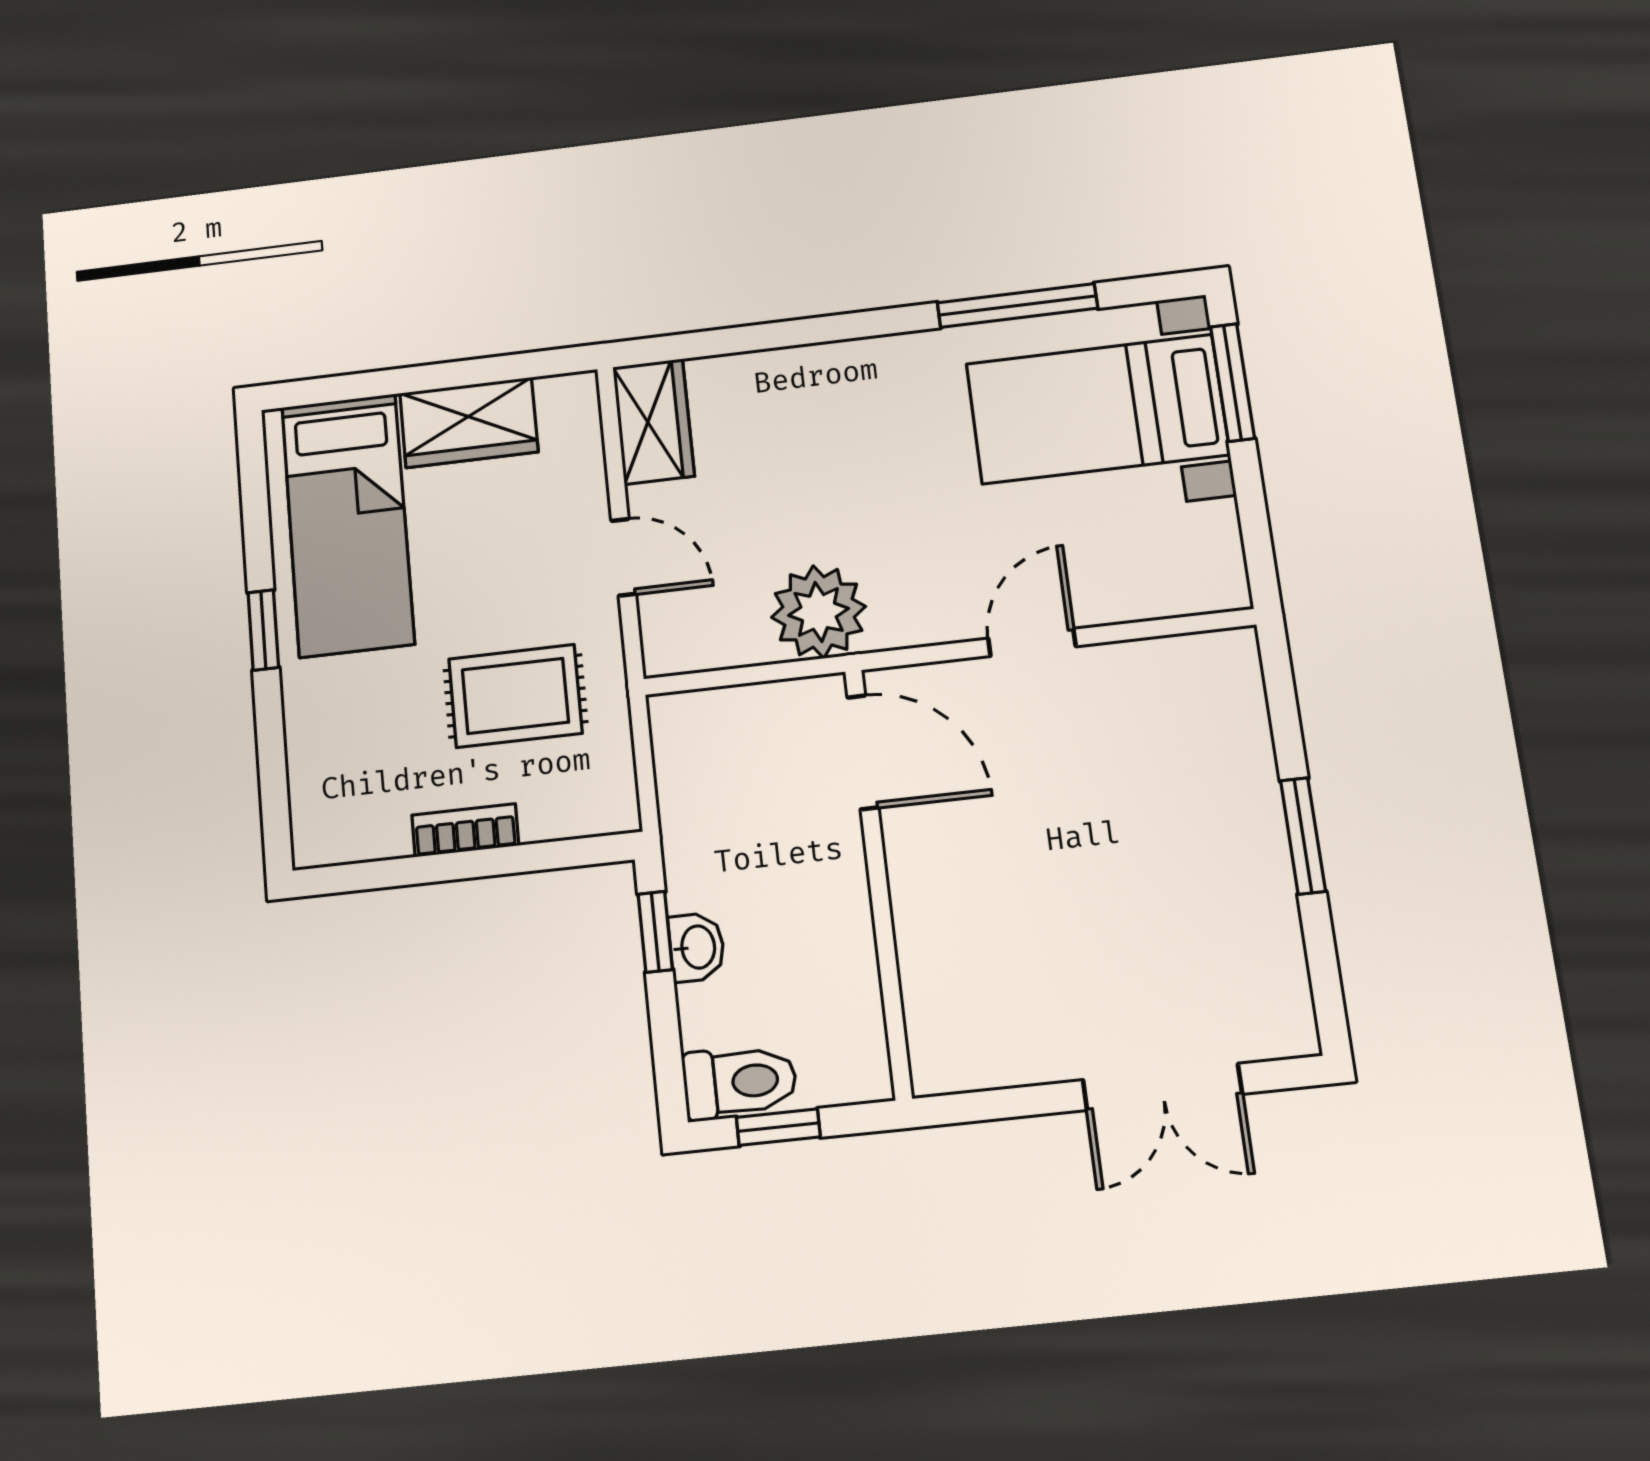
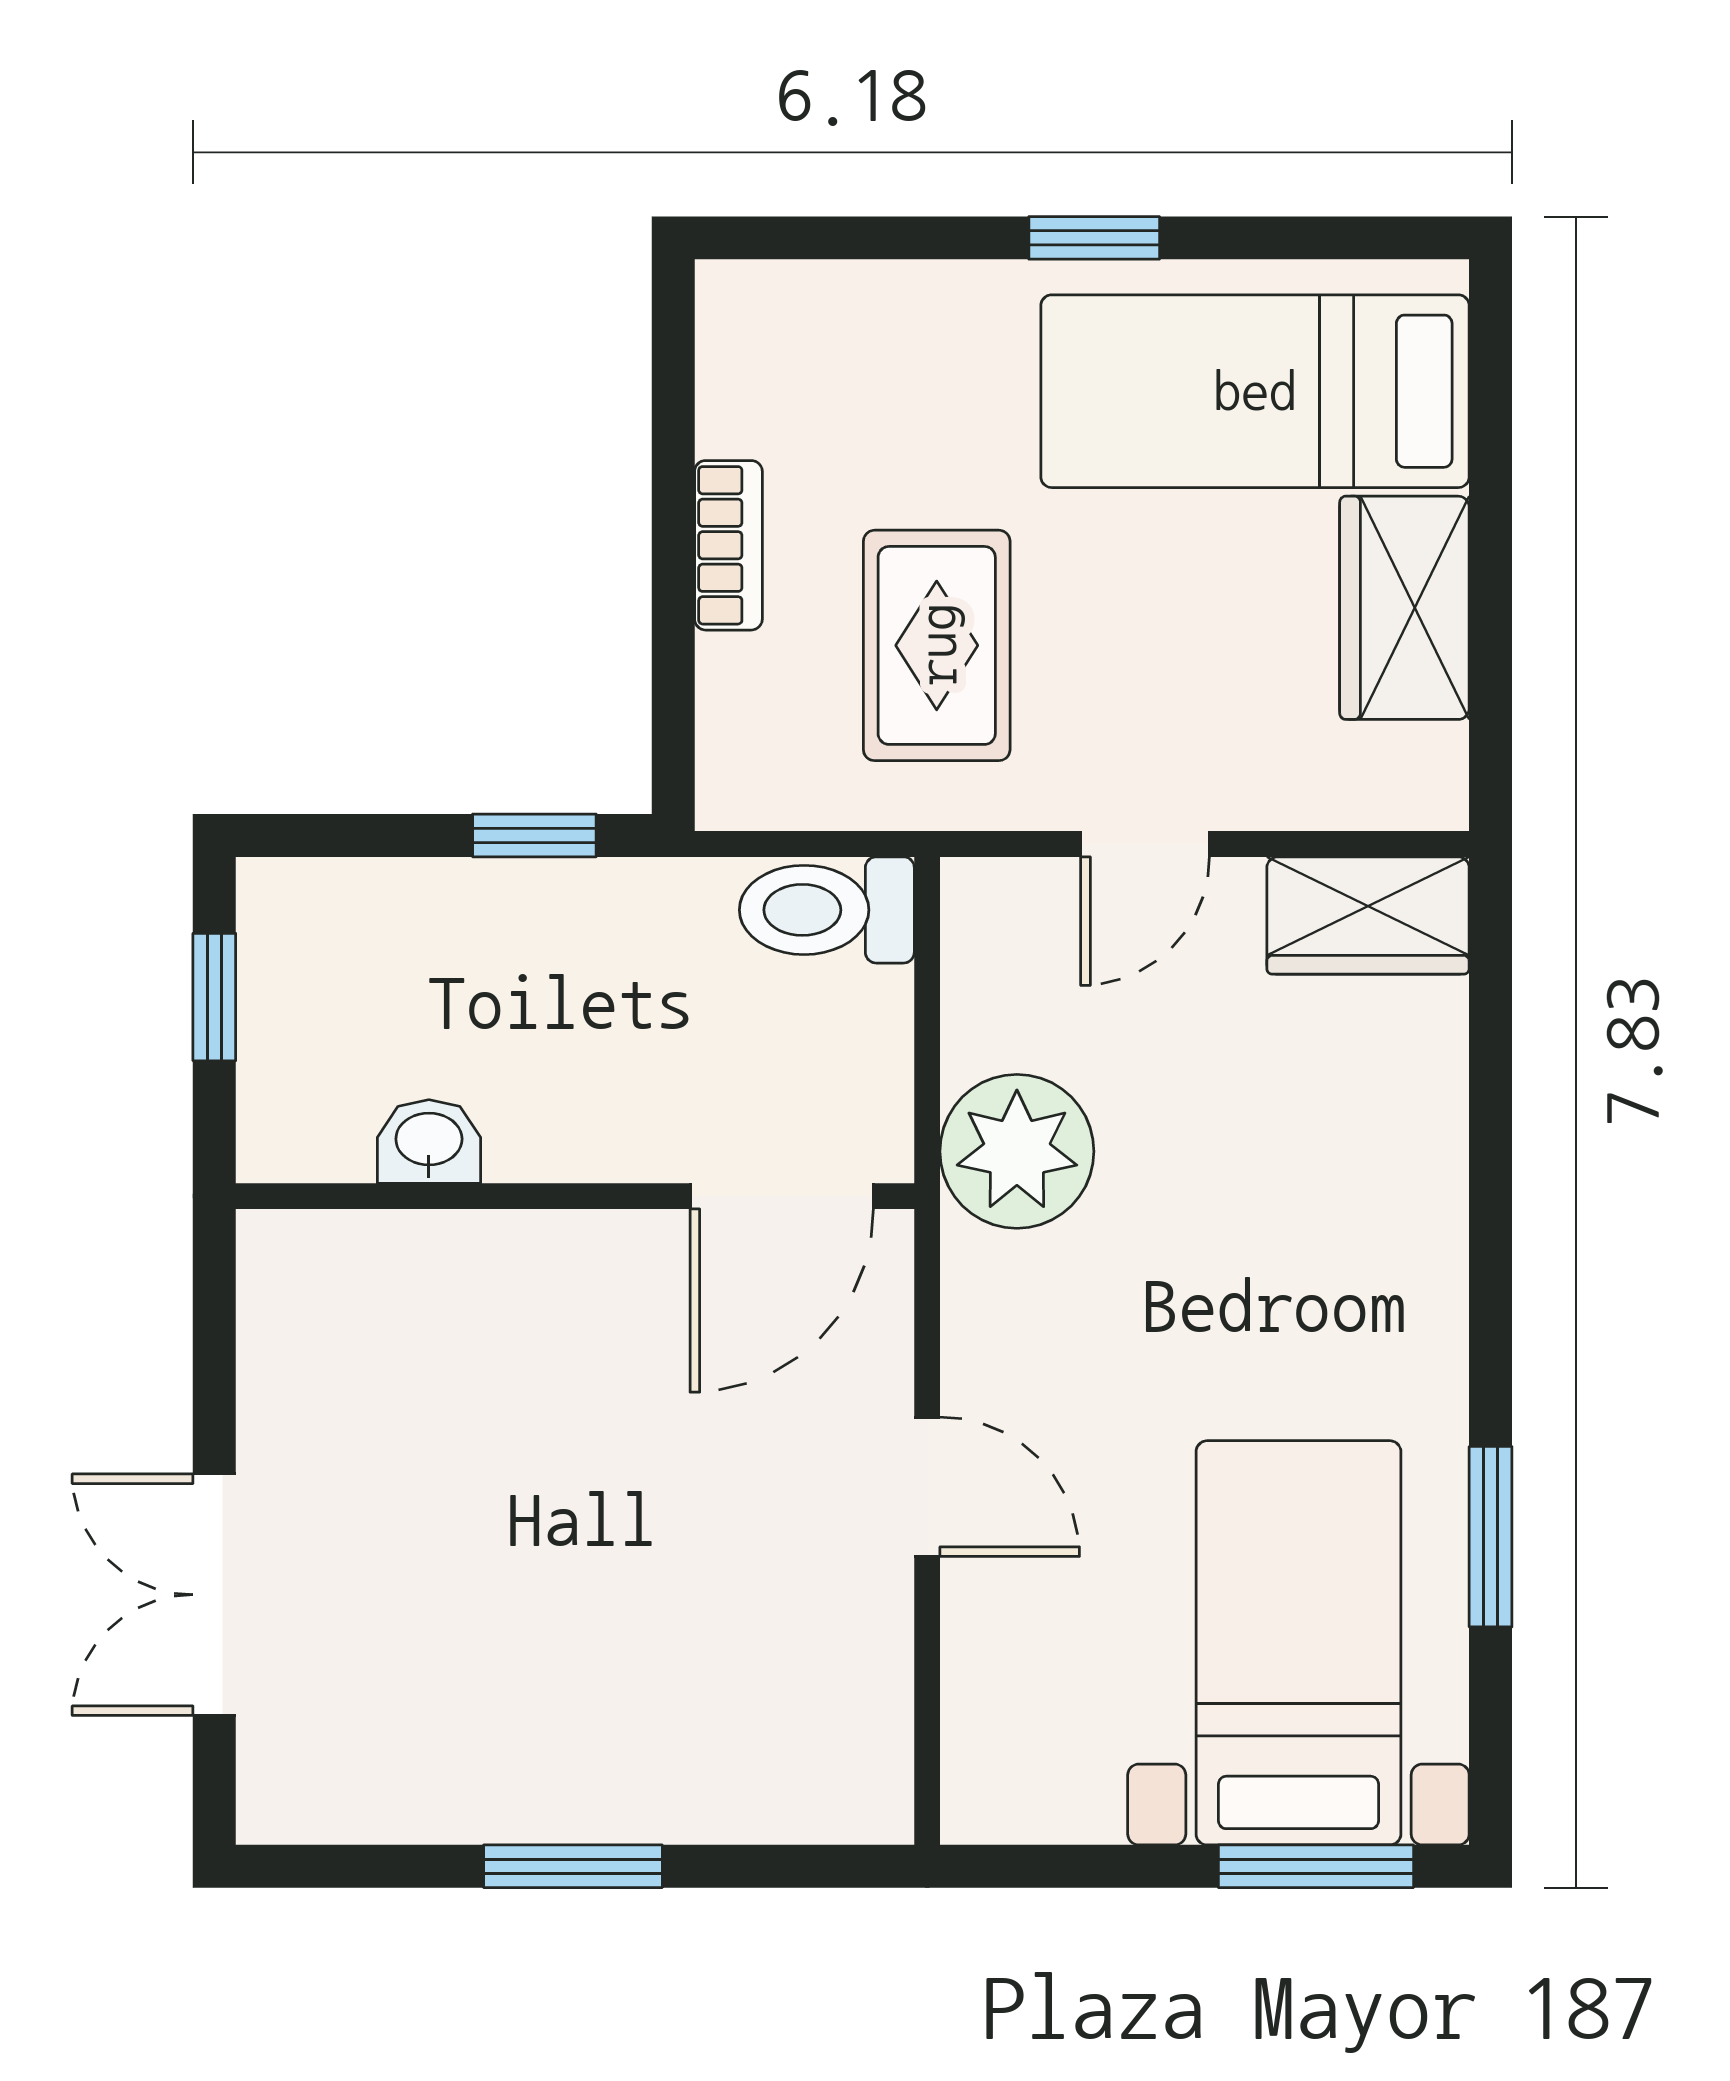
window: (1017, 305) -> (1491, 1537), width x0.69
washbasin: (697, 947) -> (429, 1142), moved, turned 180
toilet: (740, 1082) -> (827, 910), moved, turned 90

